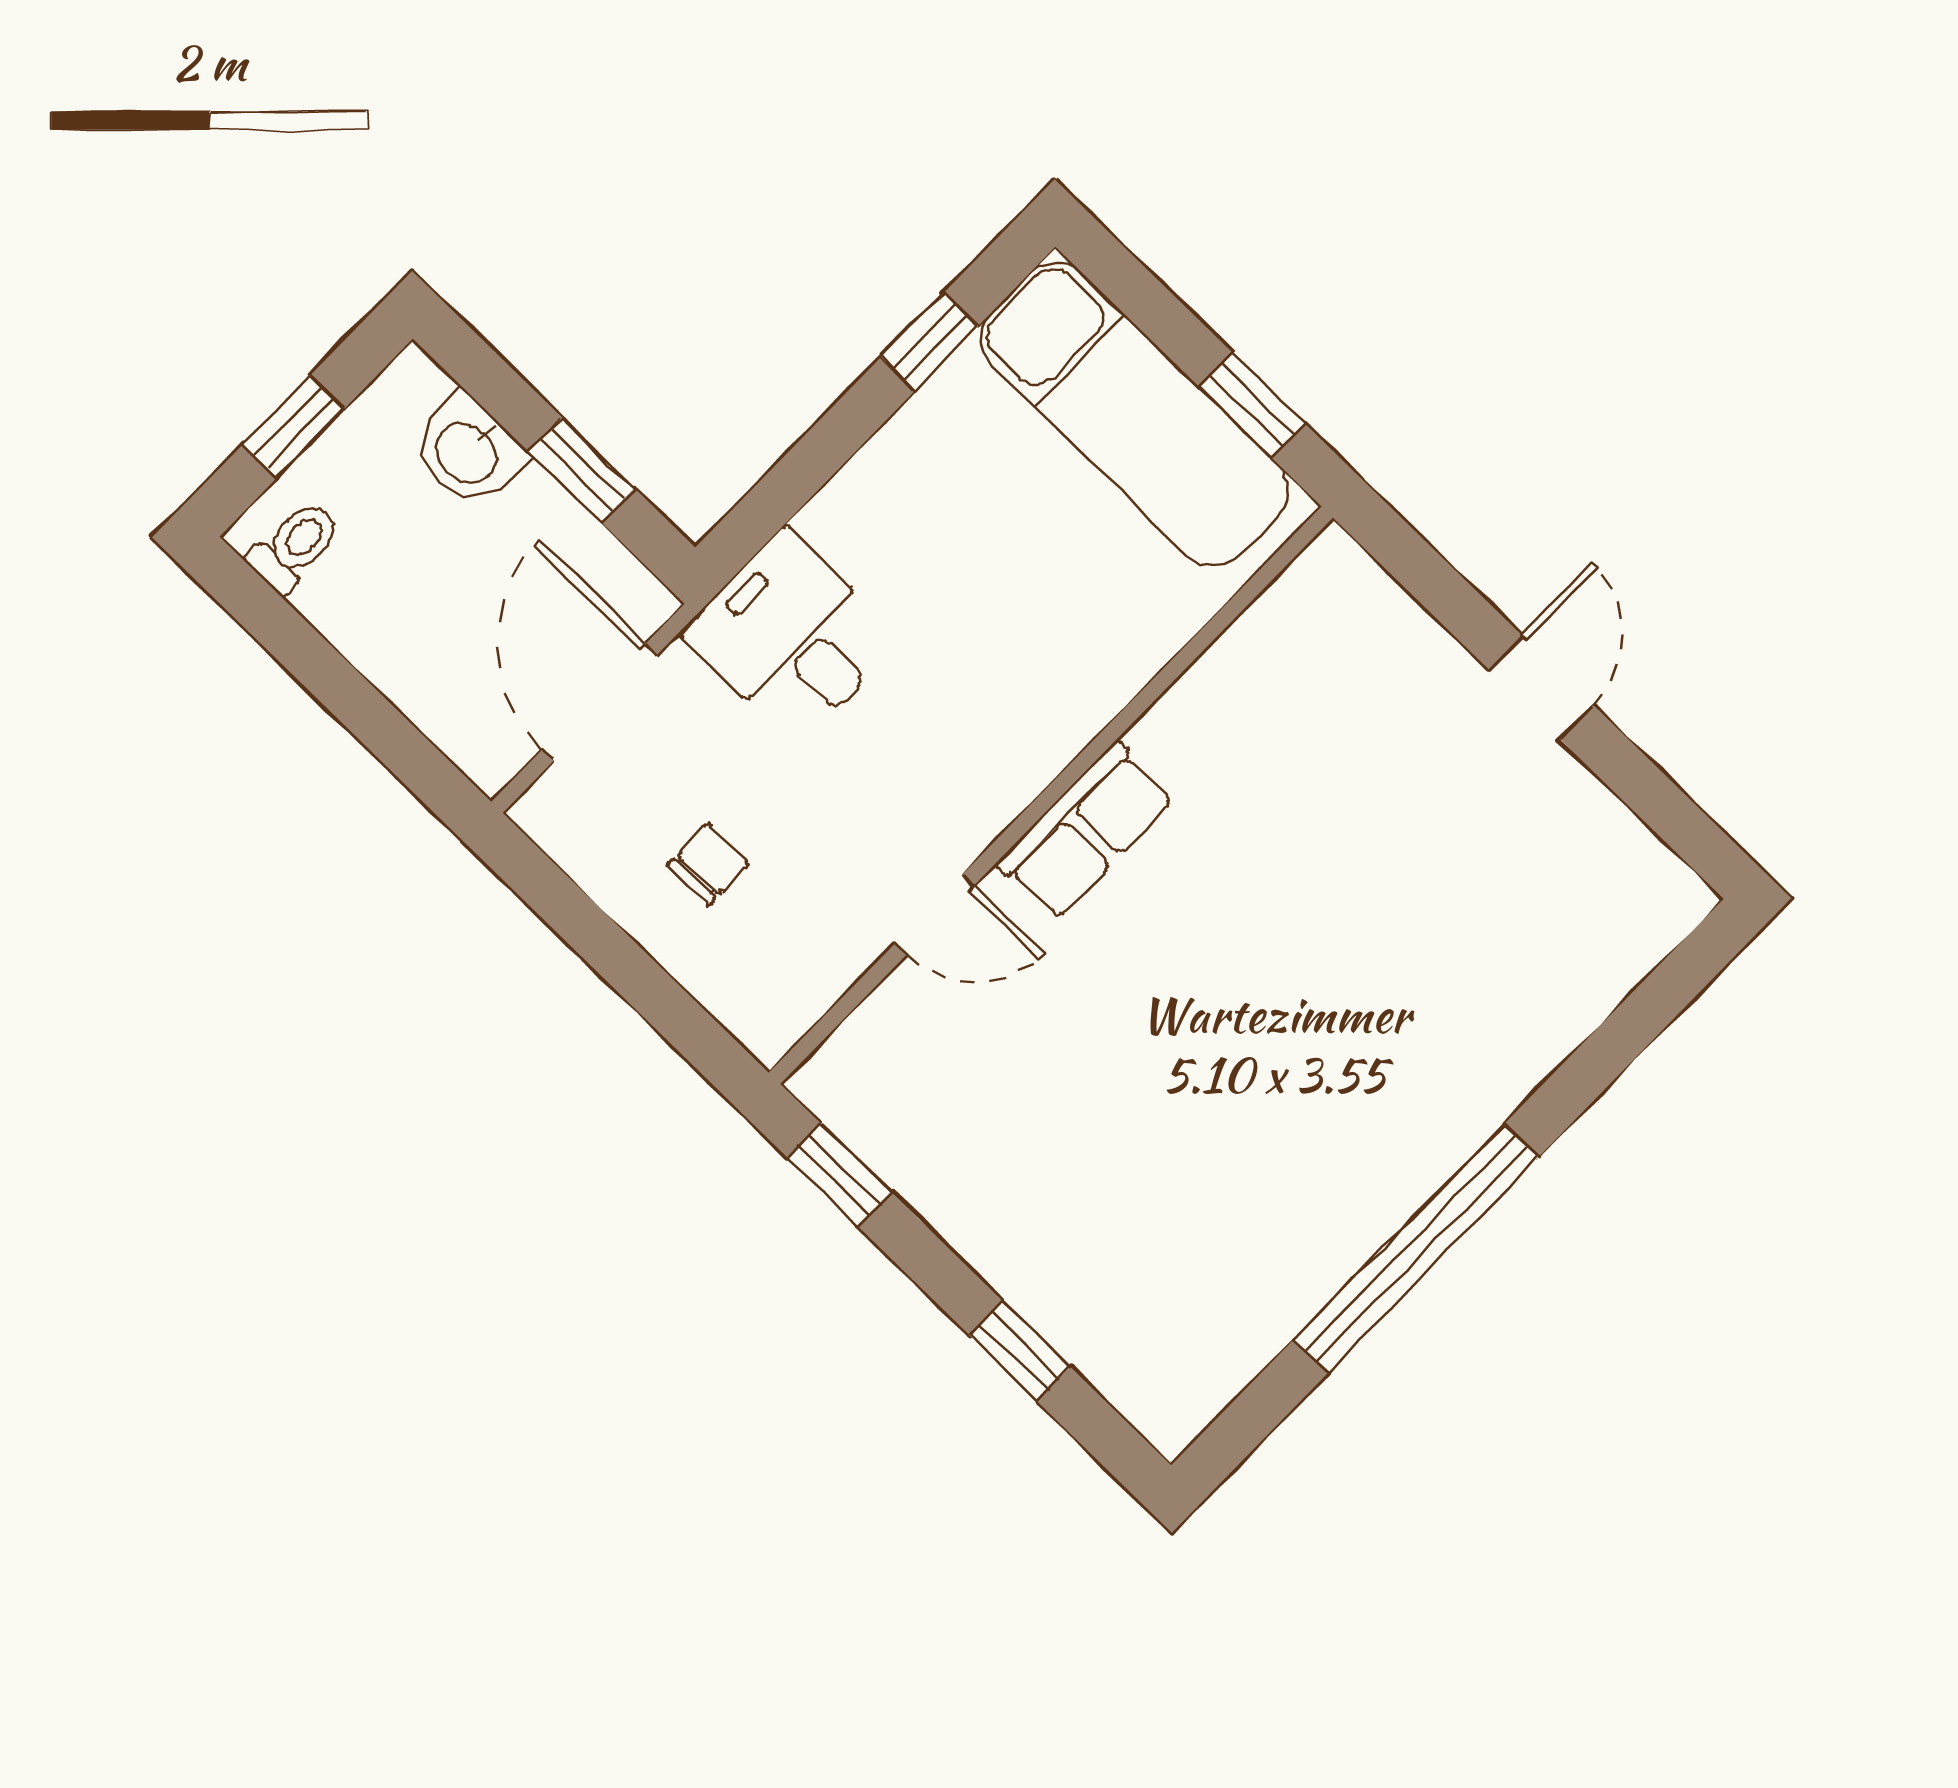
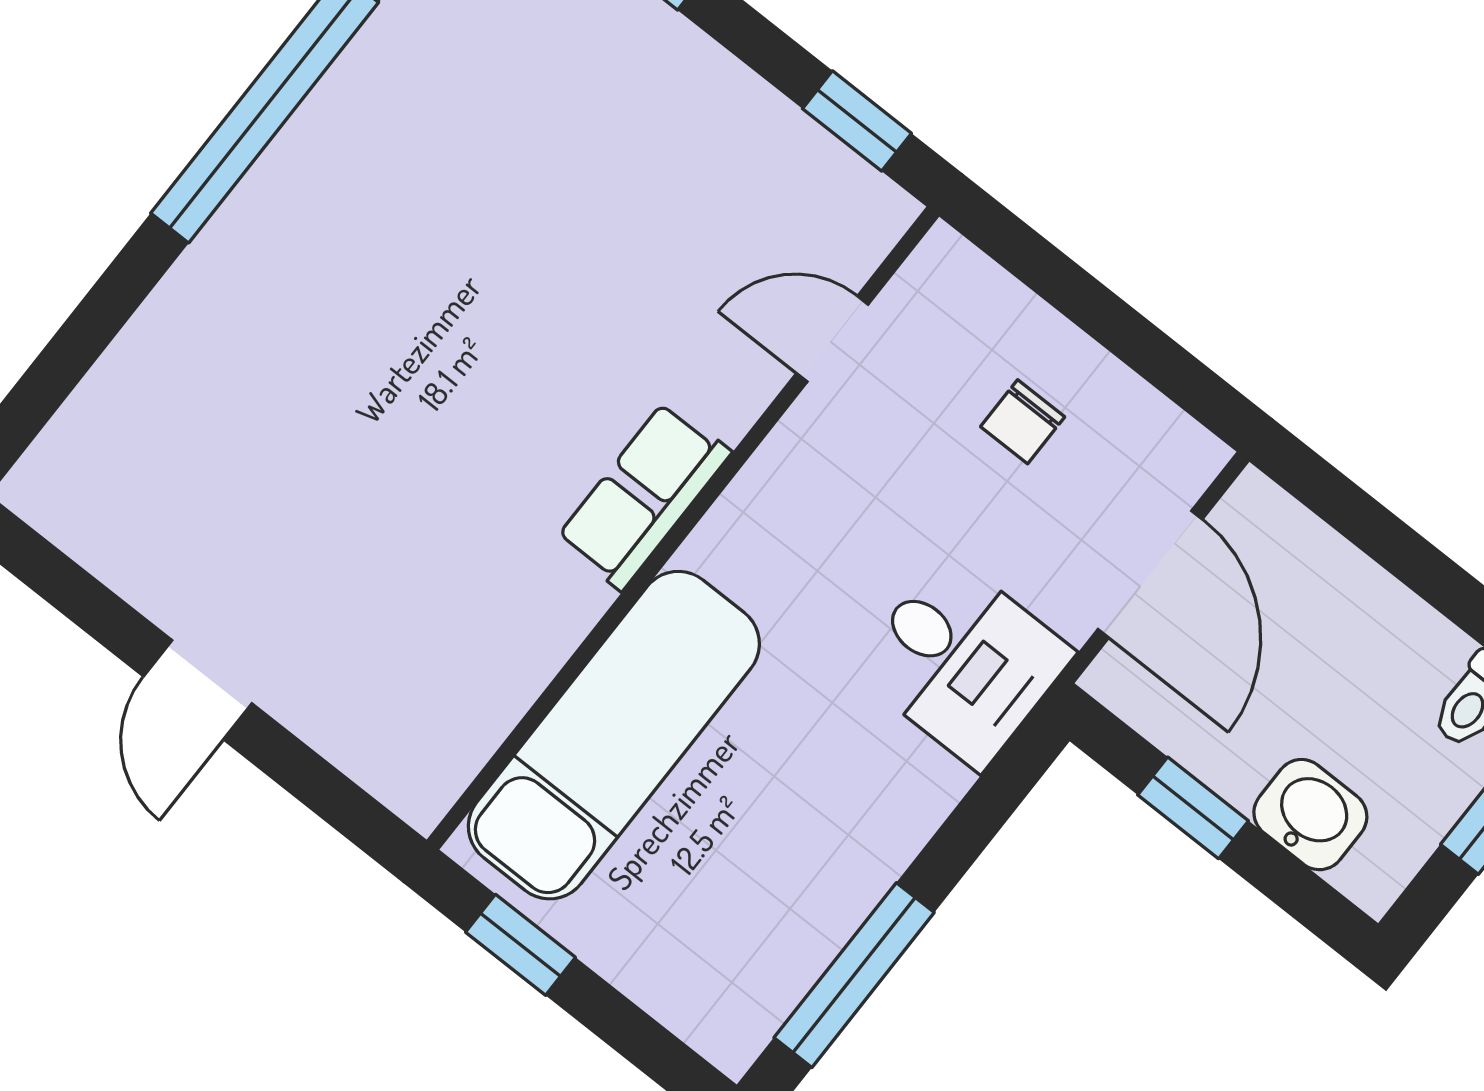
window: (930, 341) -> (854, 975), width x2.17
exam couch: (1134, 414) -> (614, 735), moved, turned 90
door: (935, 914) -> (832, 339), moved

